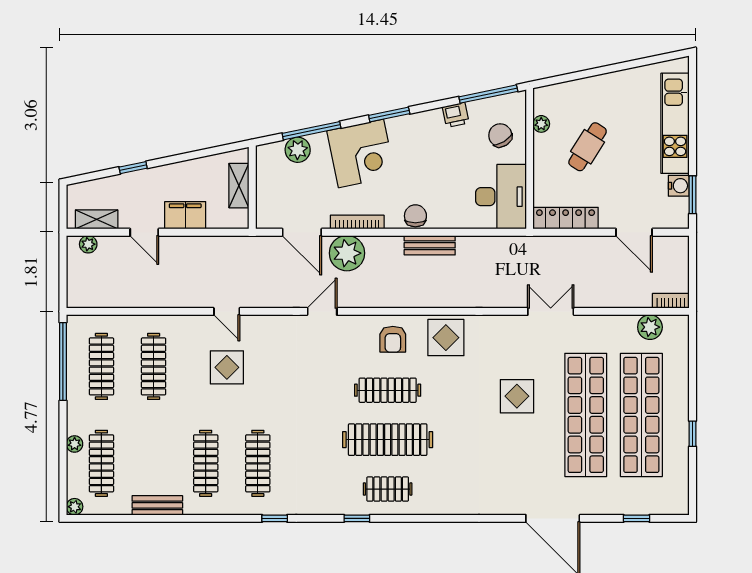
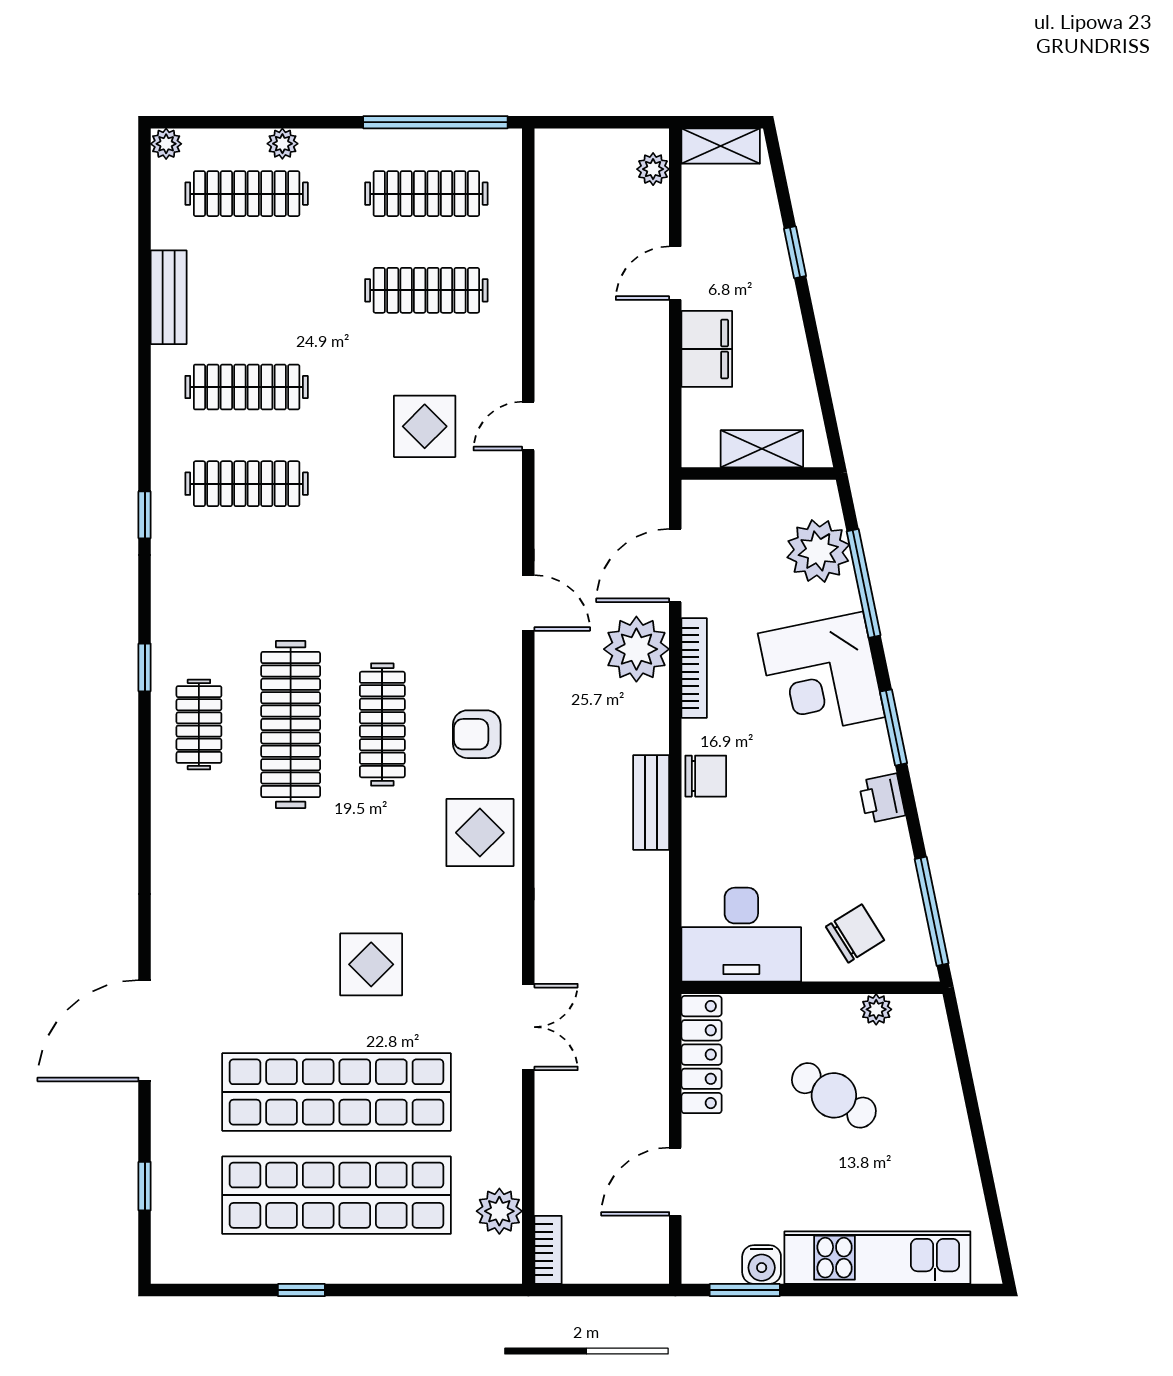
printer: (456, 115) -> (882, 798), moved
plant: (298, 150) -> (818, 551), width x1.36, depth x1.36
shelving: (97, 219) -> (721, 146), moved, turned 90

